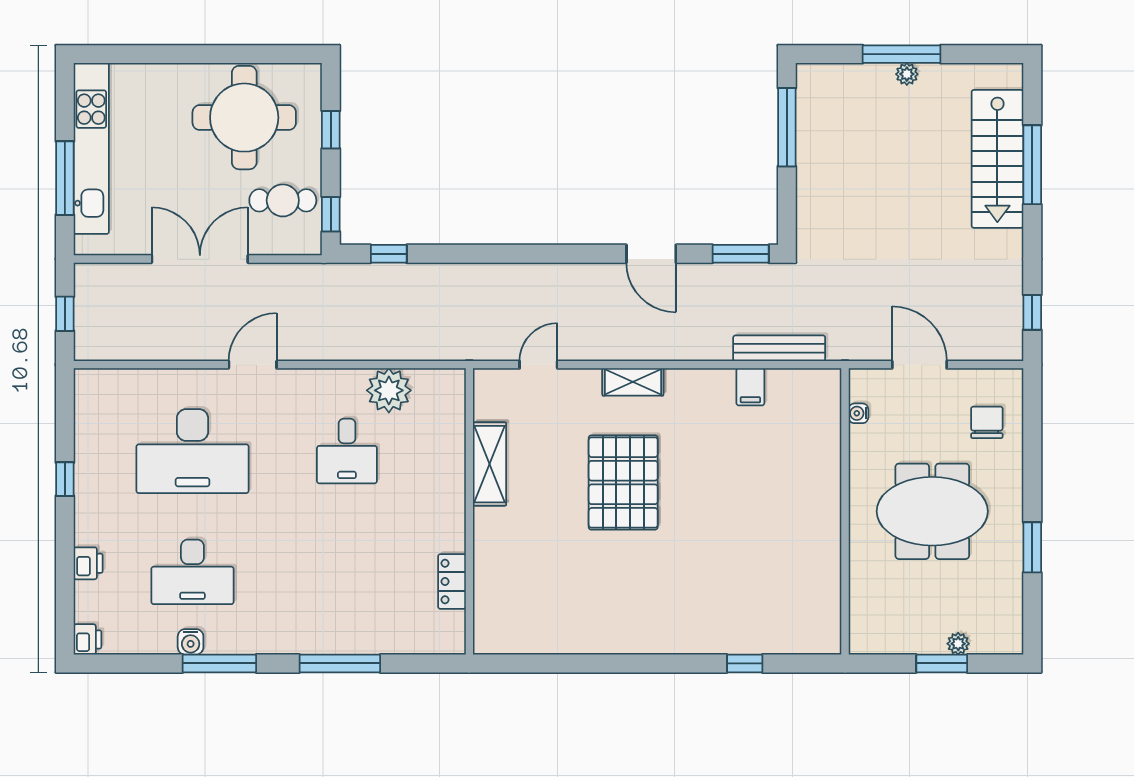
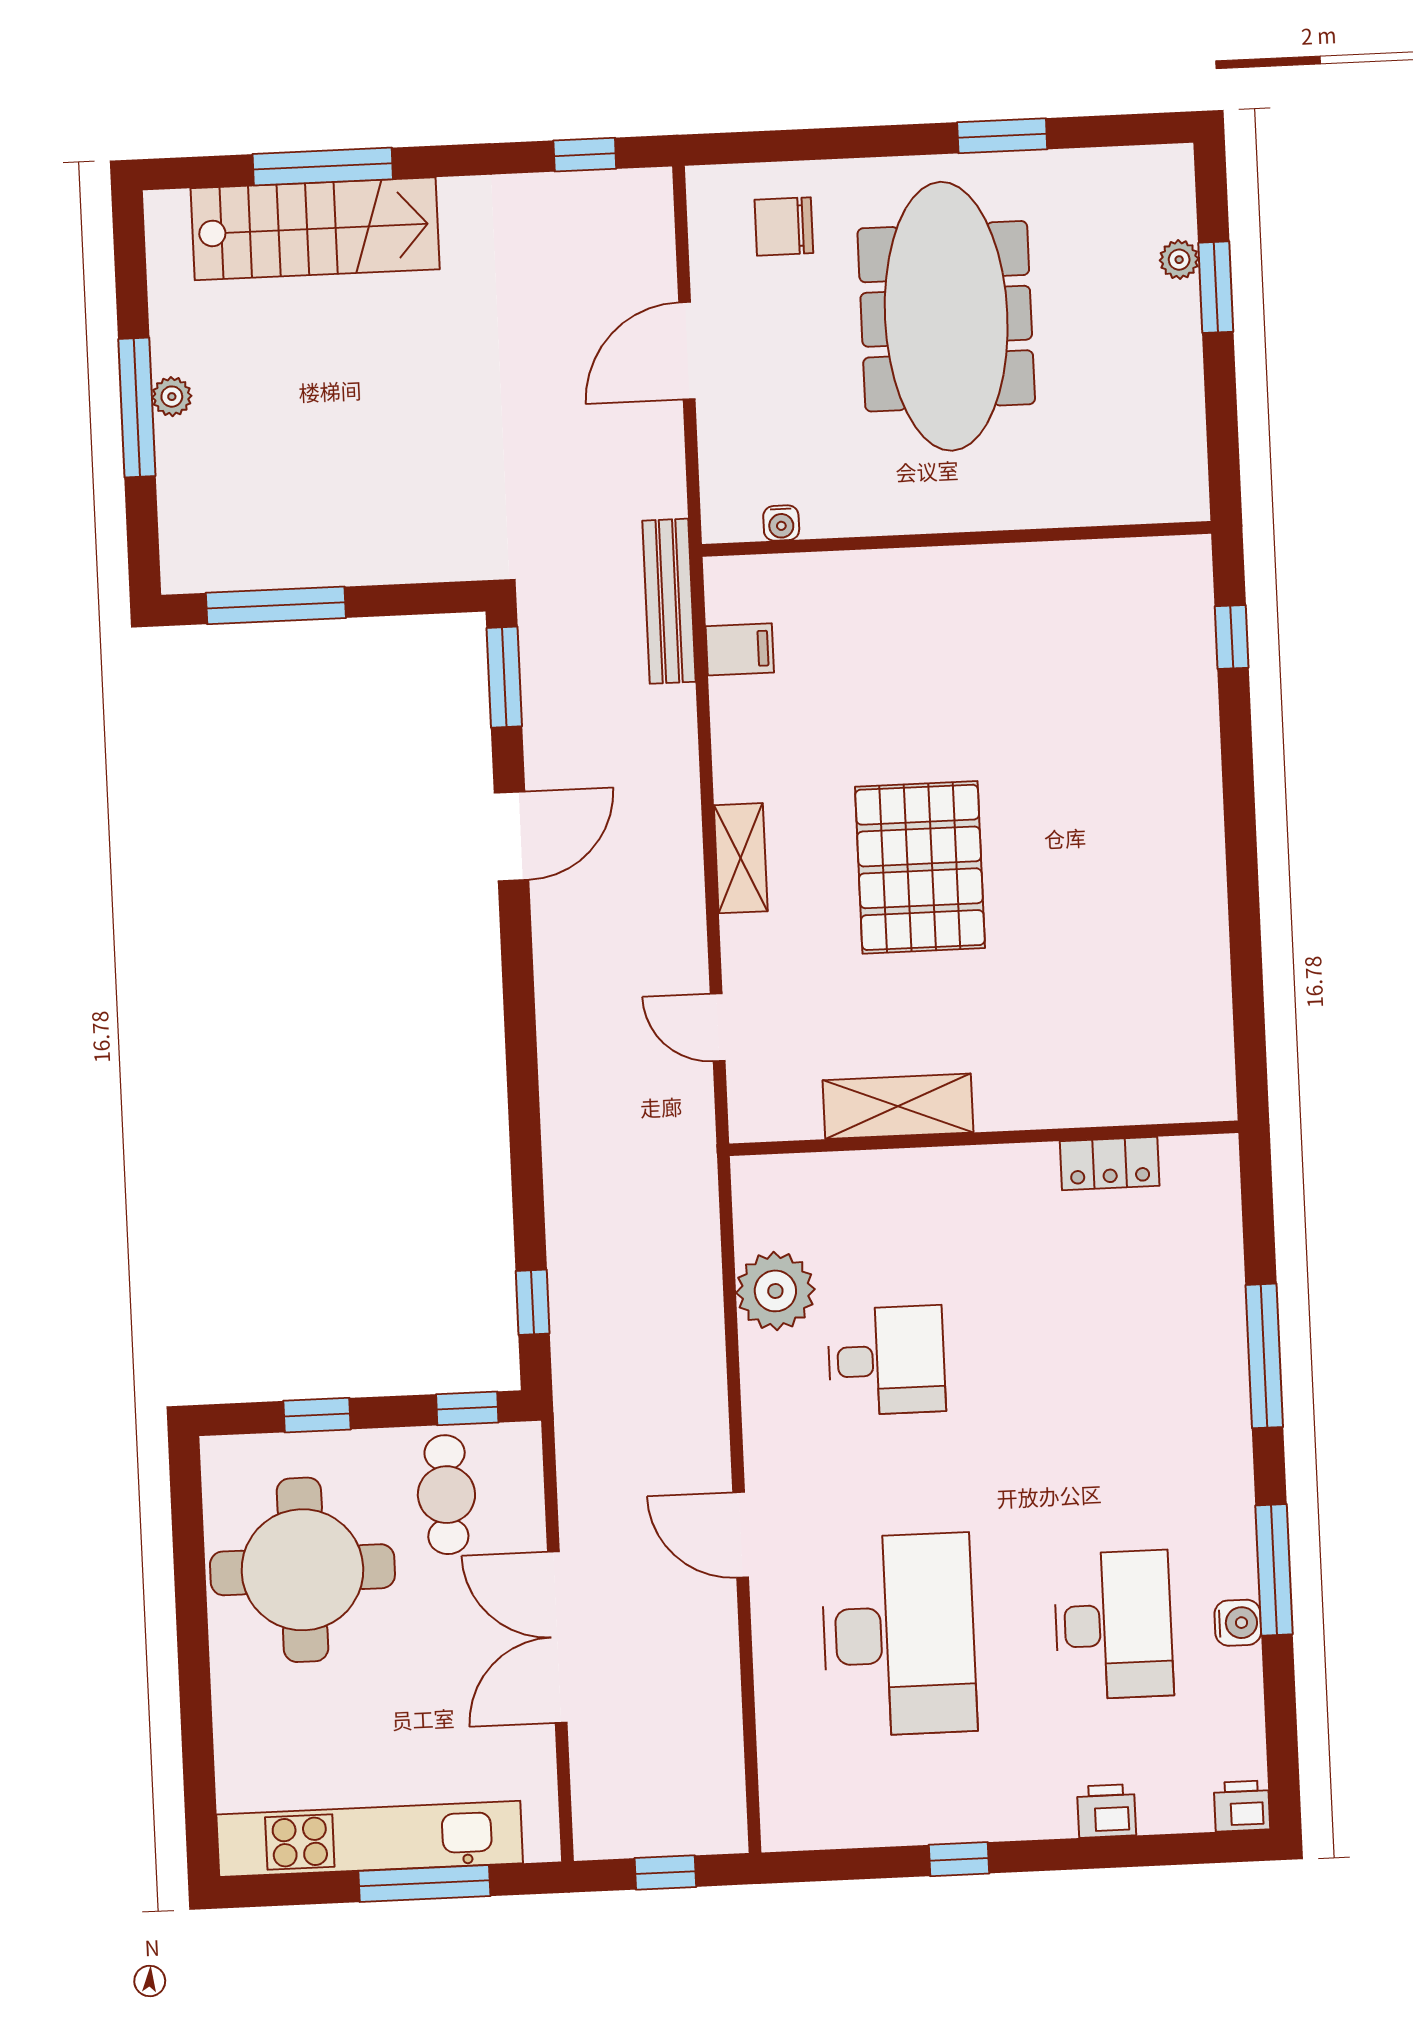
water cooler: (858, 413) -> (781, 523), moved
pallet: (623, 483) -> (920, 867), turned 90
wall: (845, 511) -> (957, 539), moved
meeting table: (932, 511) -> (946, 316), width x1.36

